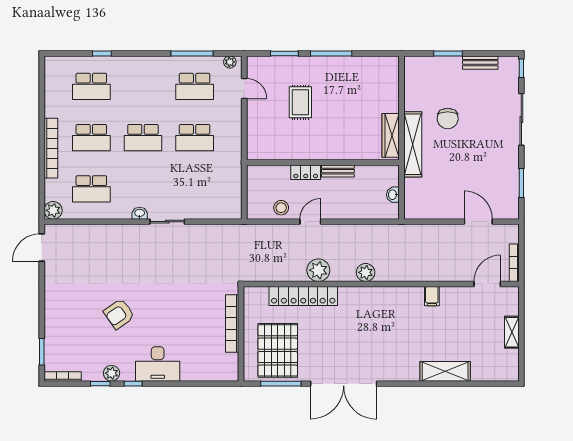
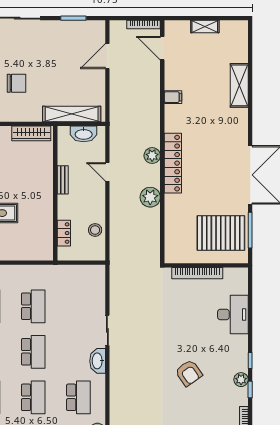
shelving: (413, 144) -> (72, 114), moved
locker: (306, 172) -> (64, 233), moved
washbasin: (393, 195) -> (84, 134), width x1.91, depth x1.45
washbasin: (140, 213) -> (98, 361), width x1.91, depth x1.45
door: (310, 222) -> (107, 172), moved
locker: (303, 296) -> (173, 163), moved
desk: (158, 364) -> (233, 315), moved

